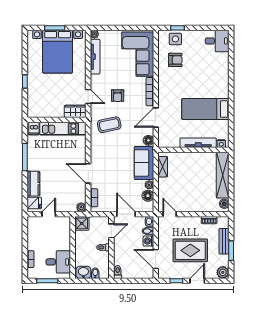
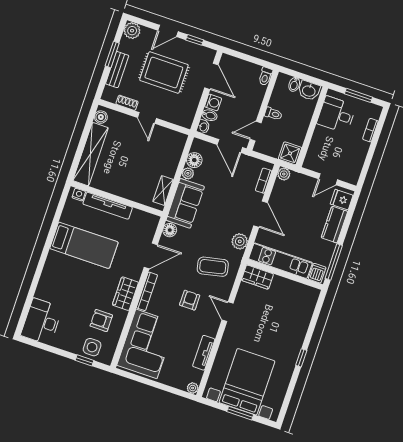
desk: (217, 41) -> (42, 321), width x1.37
tv unit: (95, 57) -> (204, 353), width x0.71
wardrobe: (165, 85) -> (125, 294), added
wardrobe: (75, 111) -> (257, 277), moved
wall: (56, 120) -> (285, 274), moved
dishwasher: (34, 129) -> (317, 273), moved
kitchen unit: (63, 129) -> (280, 261), moved
plant: (96, 149) -> (240, 241), added
door: (170, 214) -> (147, 118), moved

